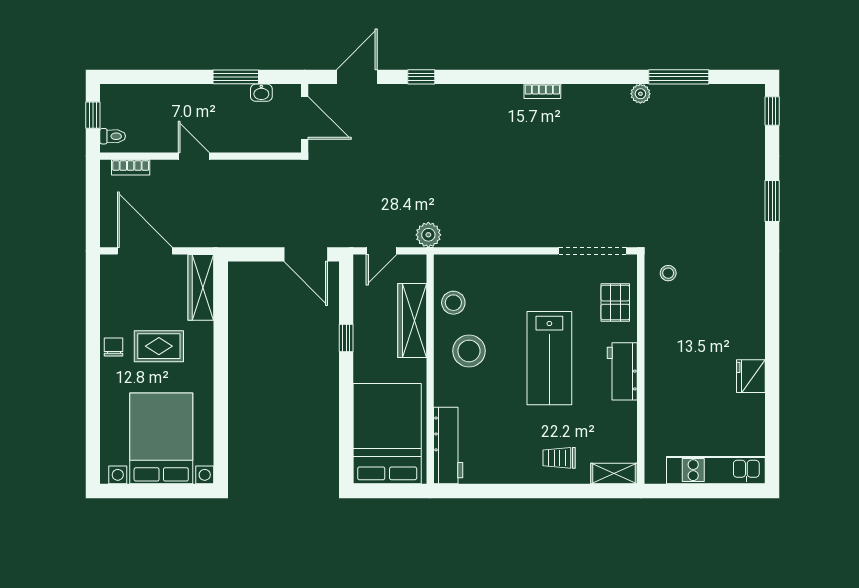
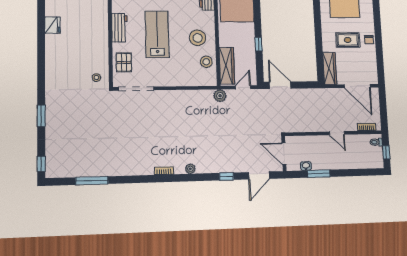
plant: (640, 94) -> (190, 169), moved
wardrobe: (412, 320) -> (227, 66), moved

